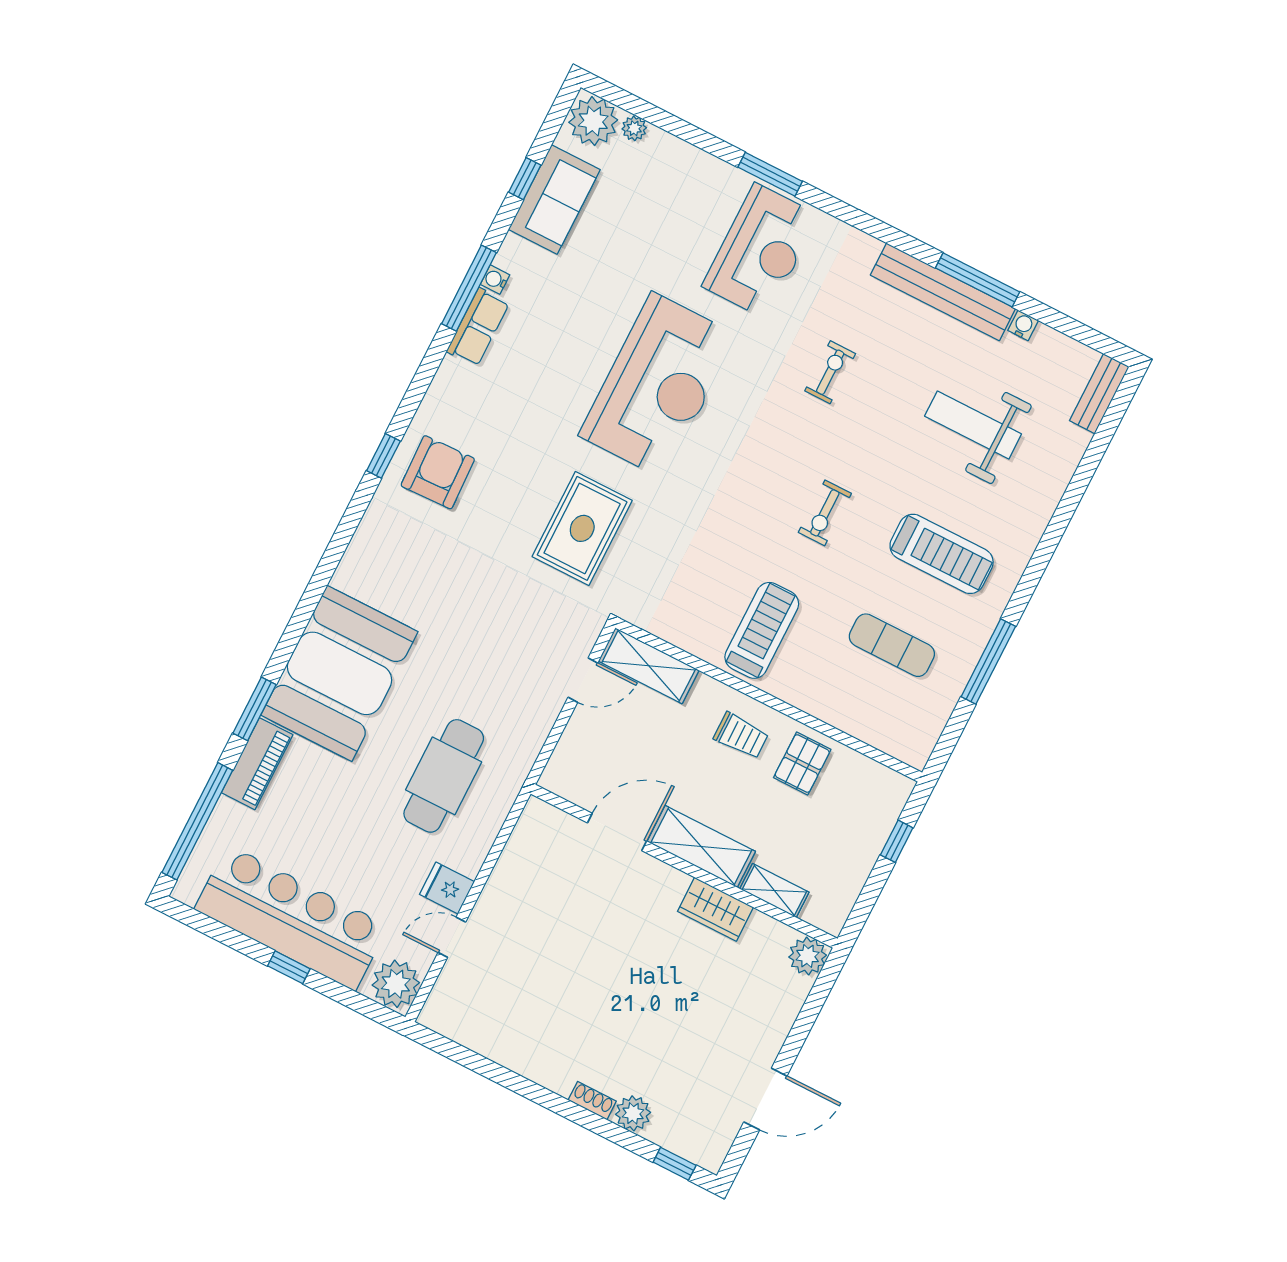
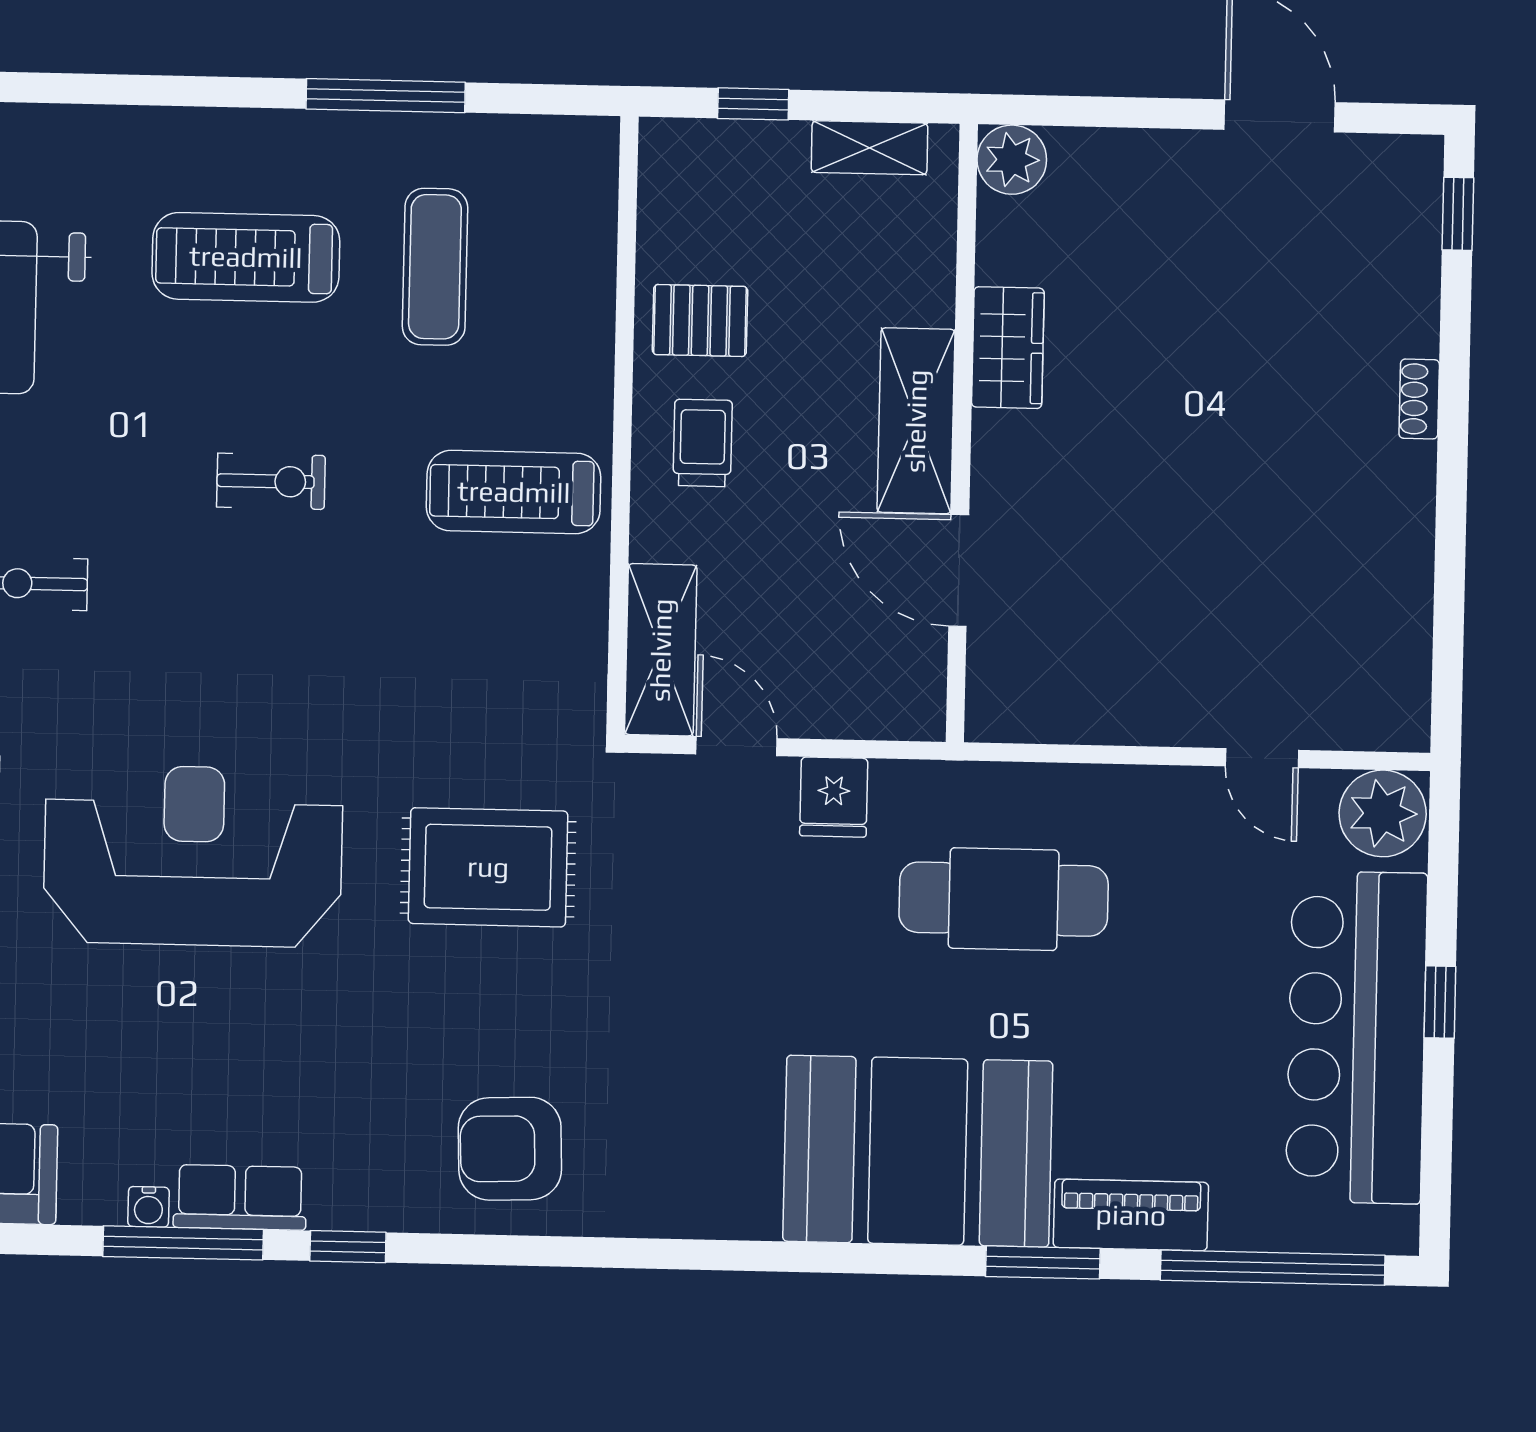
window: (383, 456) -> (348, 1247), moved
treadmill: (942, 554) -> (246, 257), turned -90
fridge: (447, 888) -> (834, 797), moved
shelving: (774, 890) -> (870, 148), moved, turned 90
plant: (633, 1113) -> (1408, 322), removed

